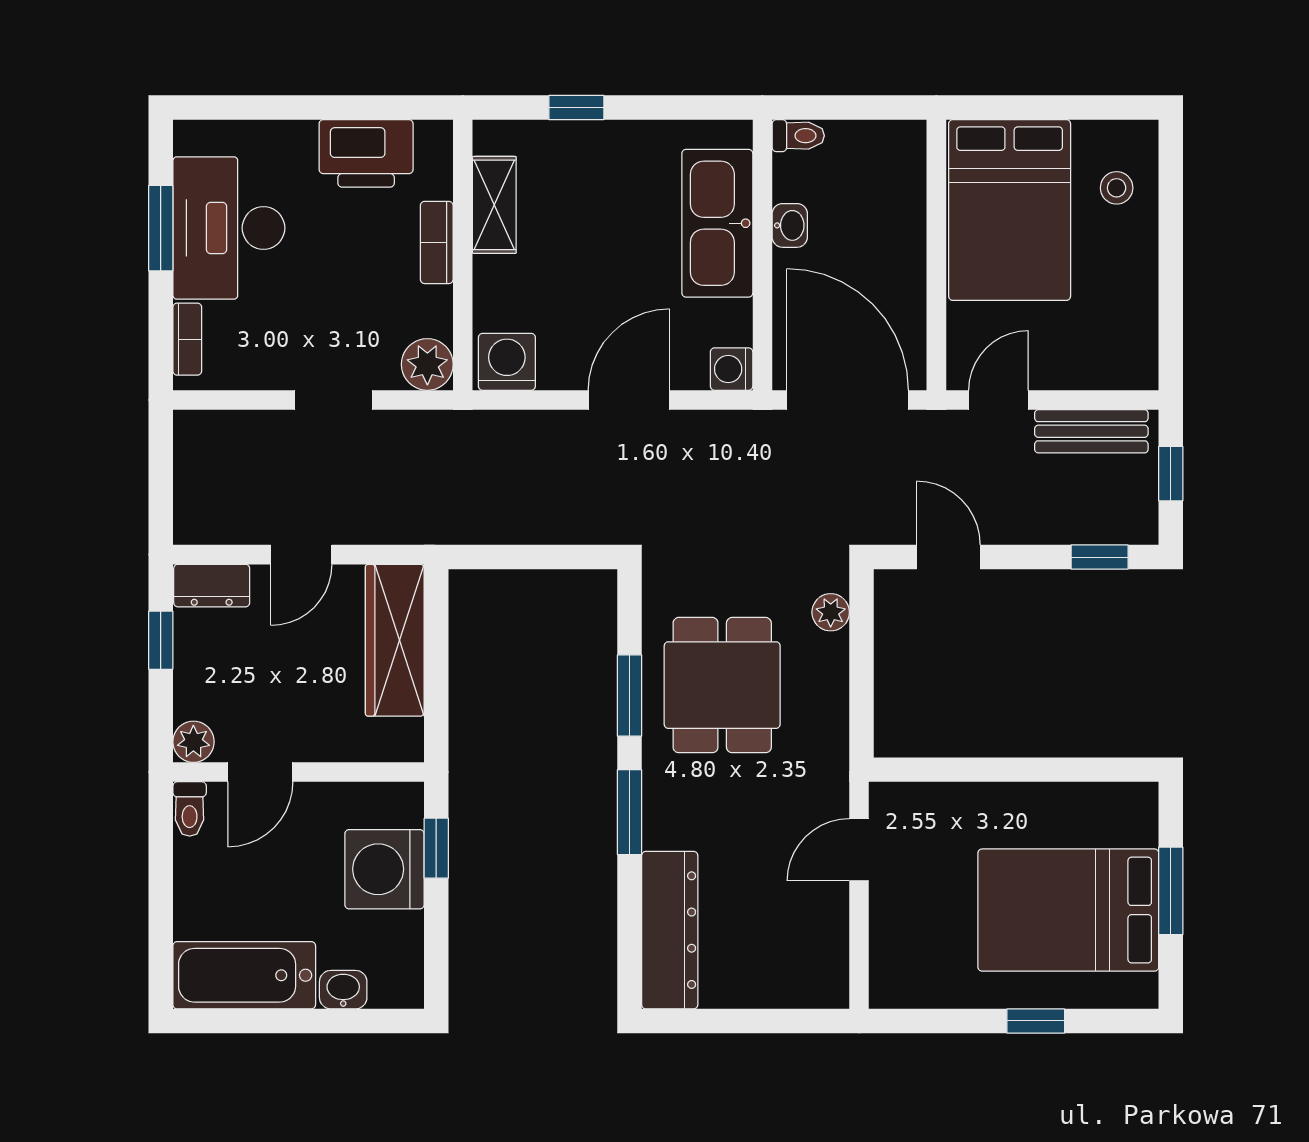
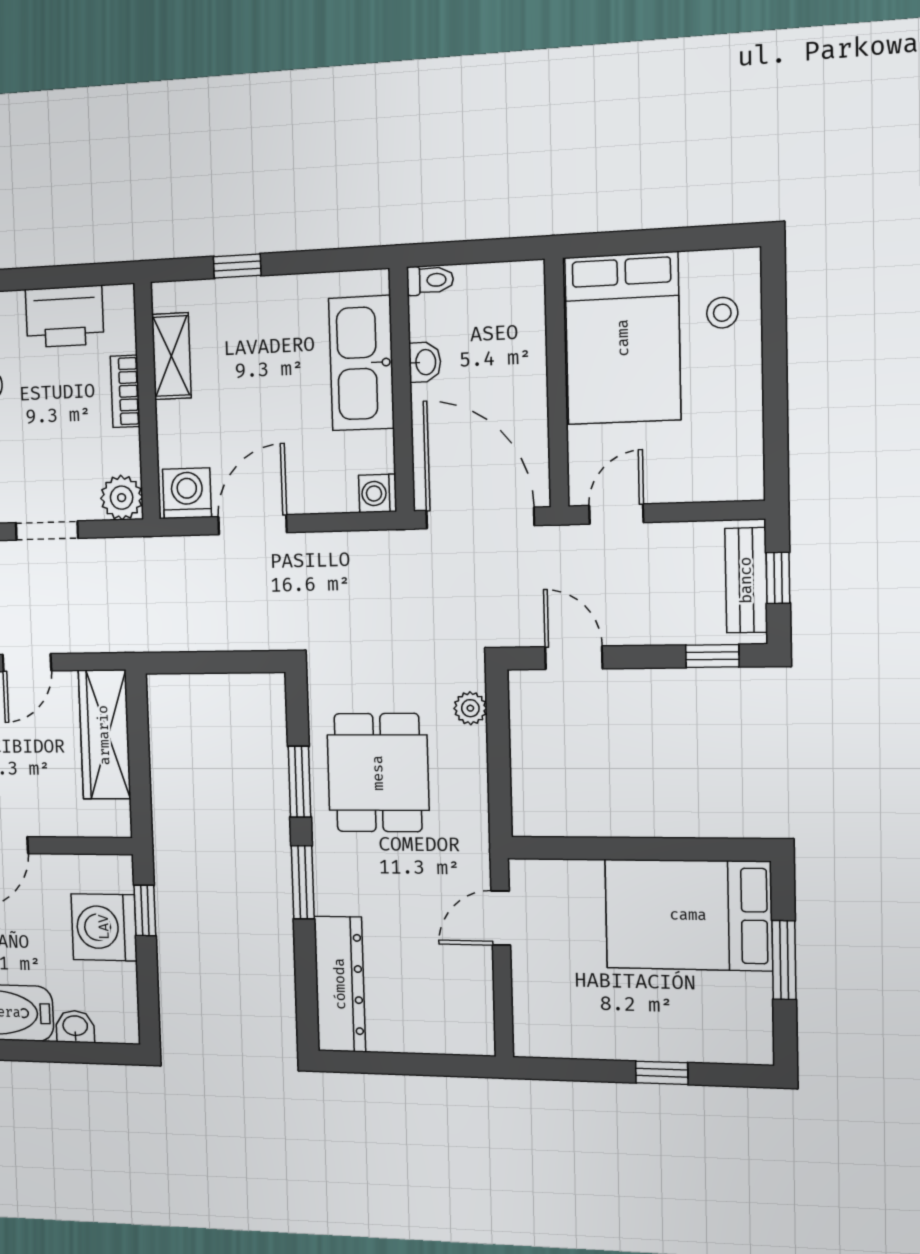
door: (629, 400) -> (252, 525), moved
bench: (1091, 431) -> (746, 580), moved, turned 90
bed: (1068, 910) -> (688, 915), moved

